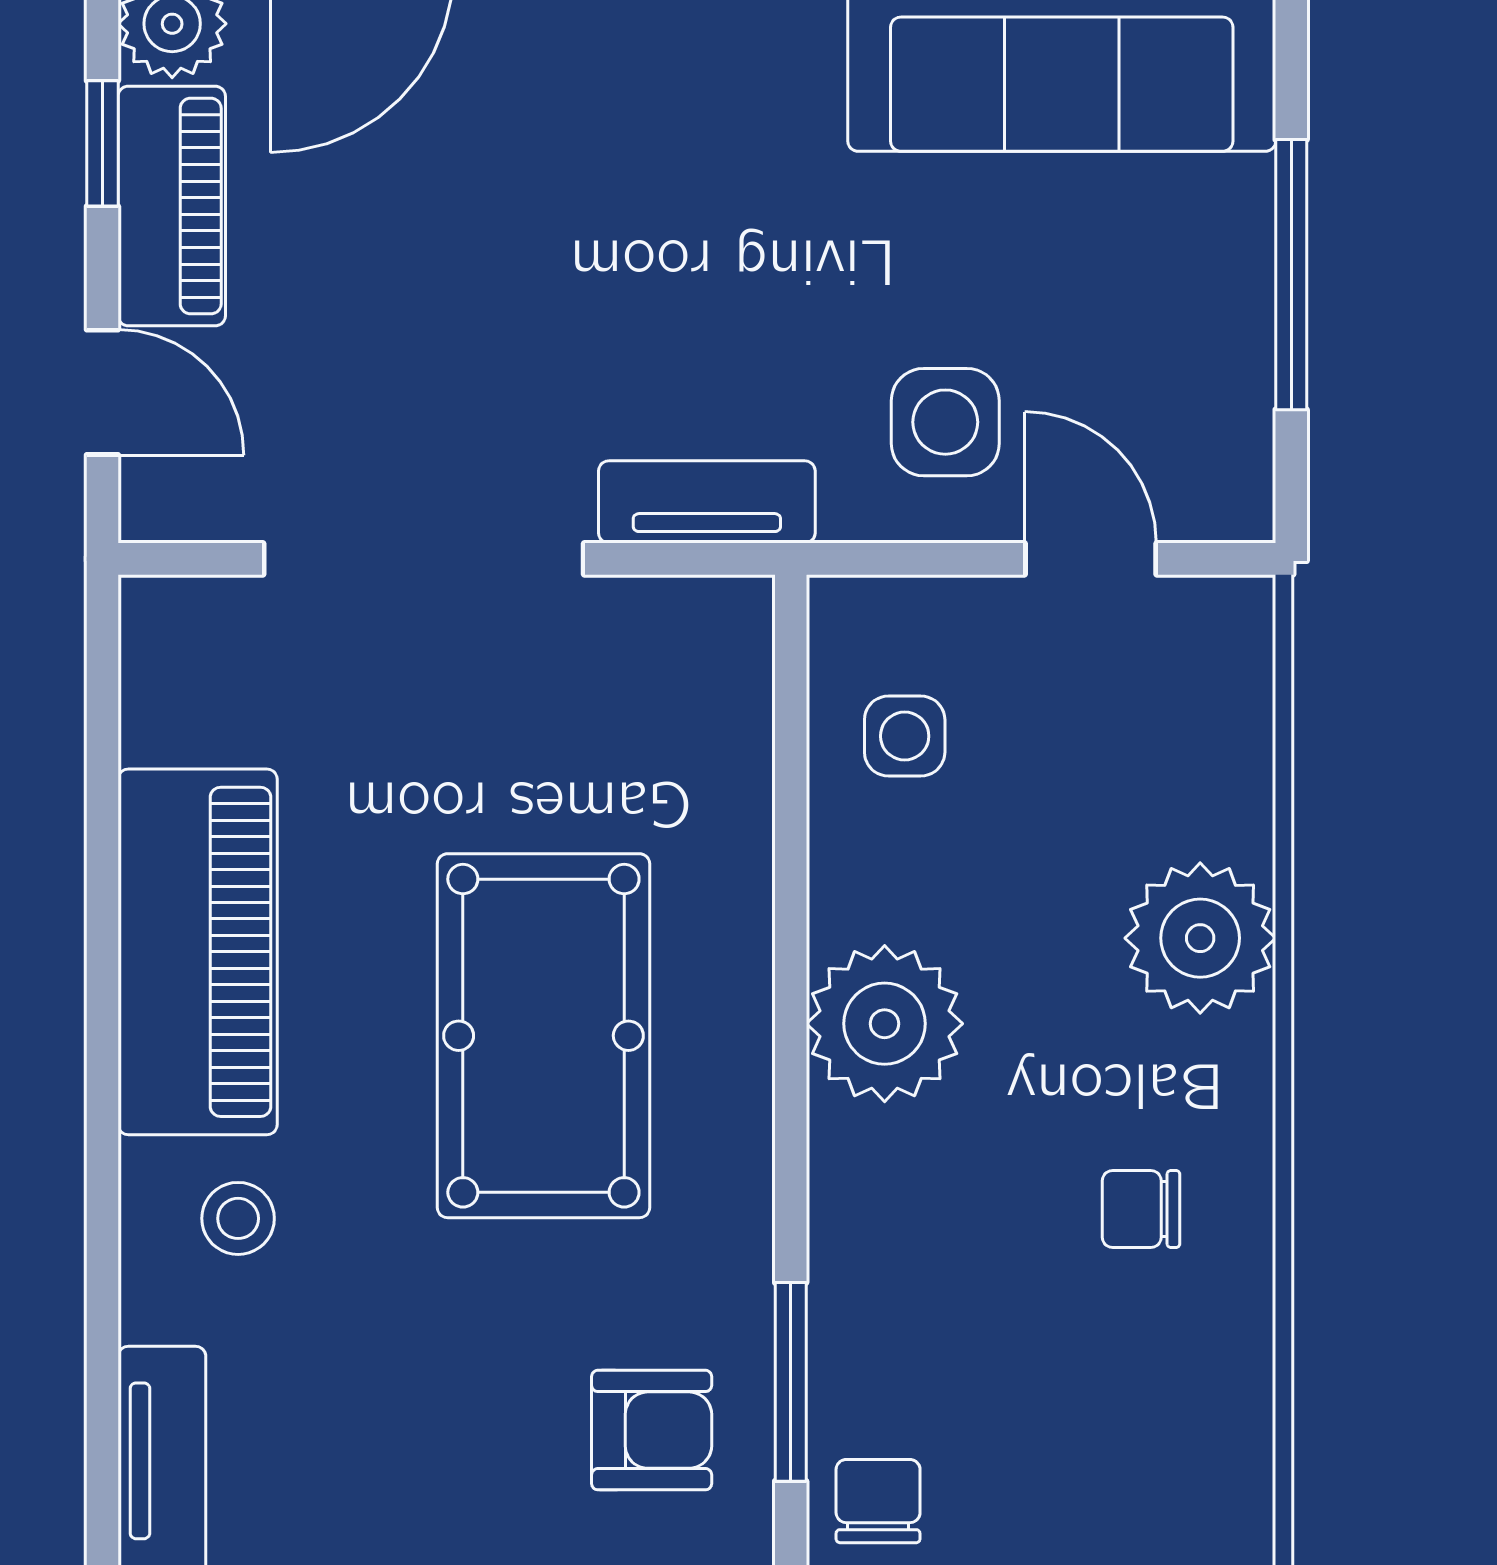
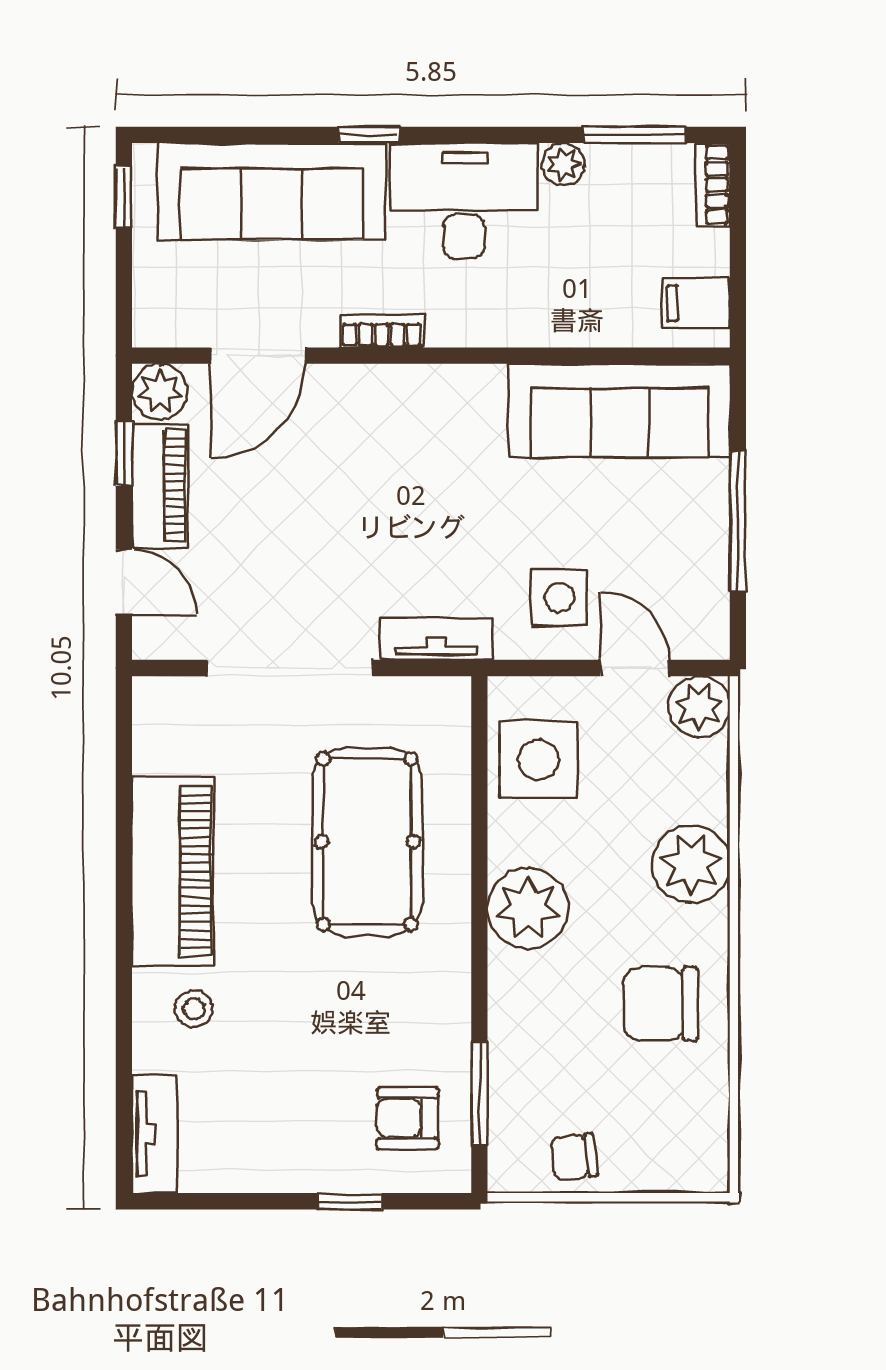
plant: (1216, 634) -> (699, 707), added
side table: (905, 736) -> (538, 760), width x1.87, depth x1.87
pool table: (543, 1036) -> (367, 842), moved
chair: (1141, 1209) -> (660, 1004), width x1.87, depth x1.87
armchair: (652, 1430) -> (408, 1118), turned 180
chair: (878, 1501) -> (574, 1157), moved, turned -97

